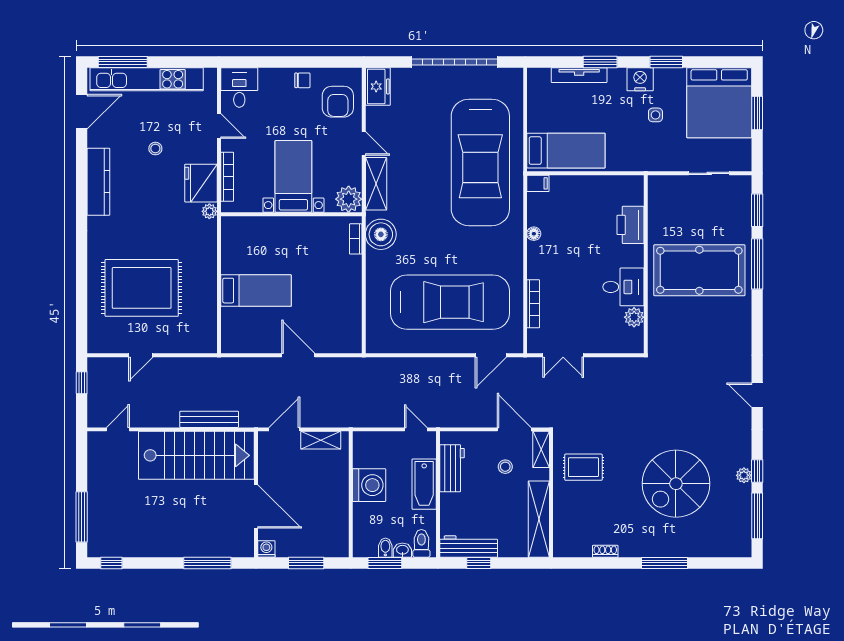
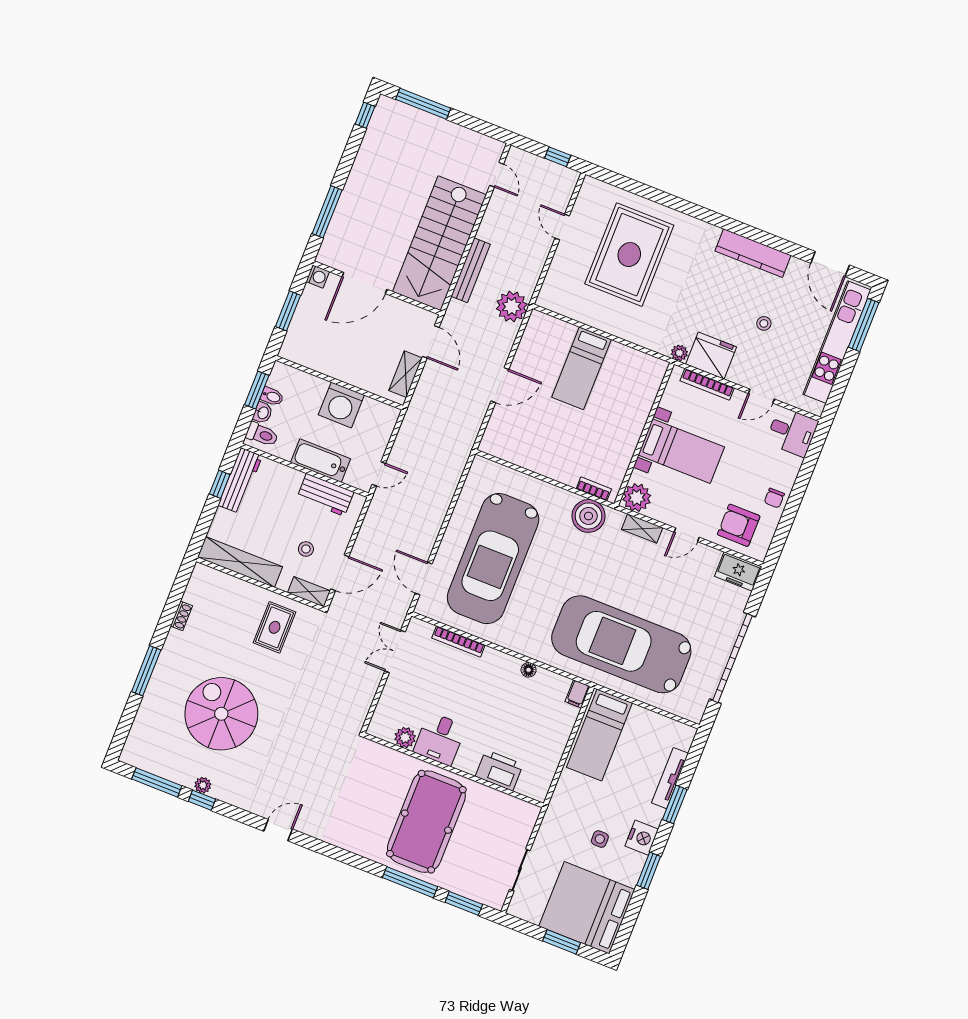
shelving: (376, 184) -> (642, 529), width x0.67, depth x0.75
plant: (226, 372) -> (512, 307), added

